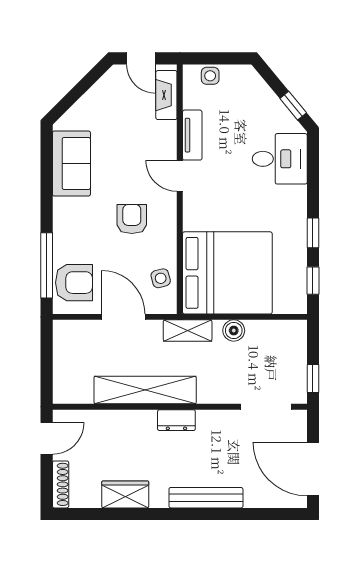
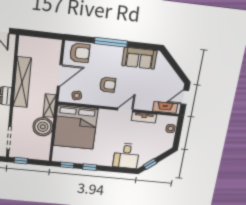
window: (47, 265) -> (111, 42), moved
armchair: (74, 283) -> (80, 53), turned -90
boiler: (234, 330) -> (43, 127), width x1.86, depth x1.86

